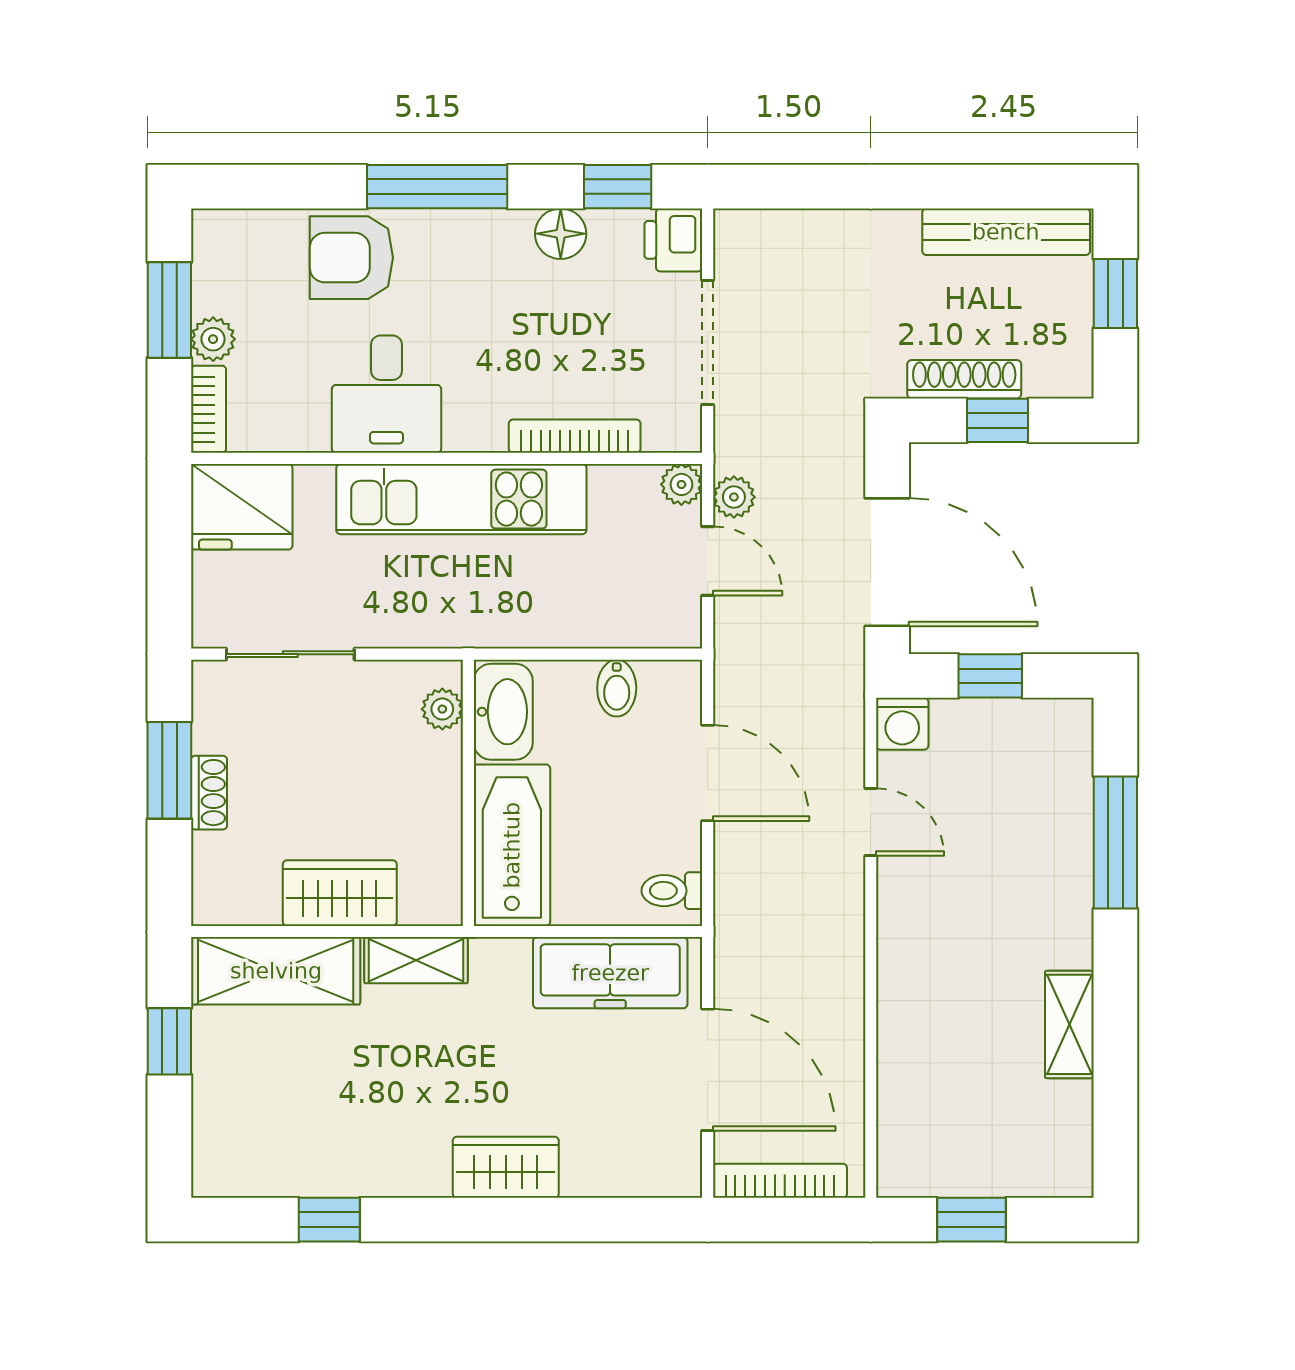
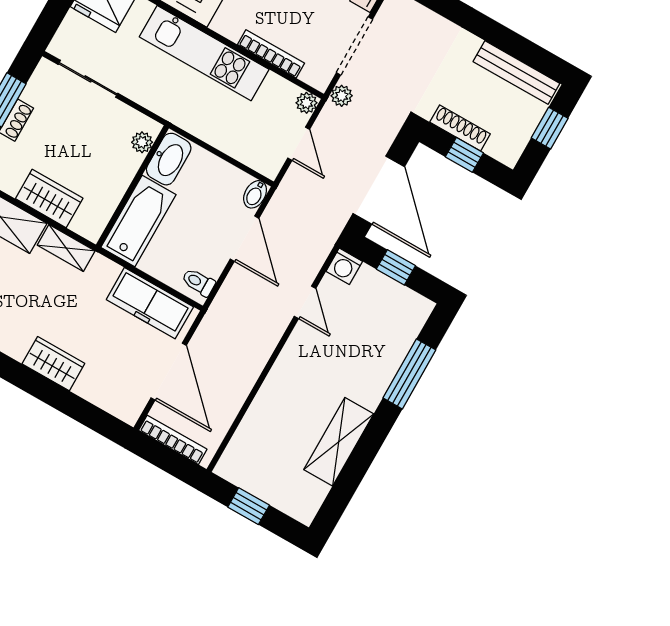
plant: (734, 497) -> (342, 96), moved
bidet: (617, 688) -> (255, 194), moved
shelving: (1069, 1024) -> (339, 442), width x1.50, depth x1.33

